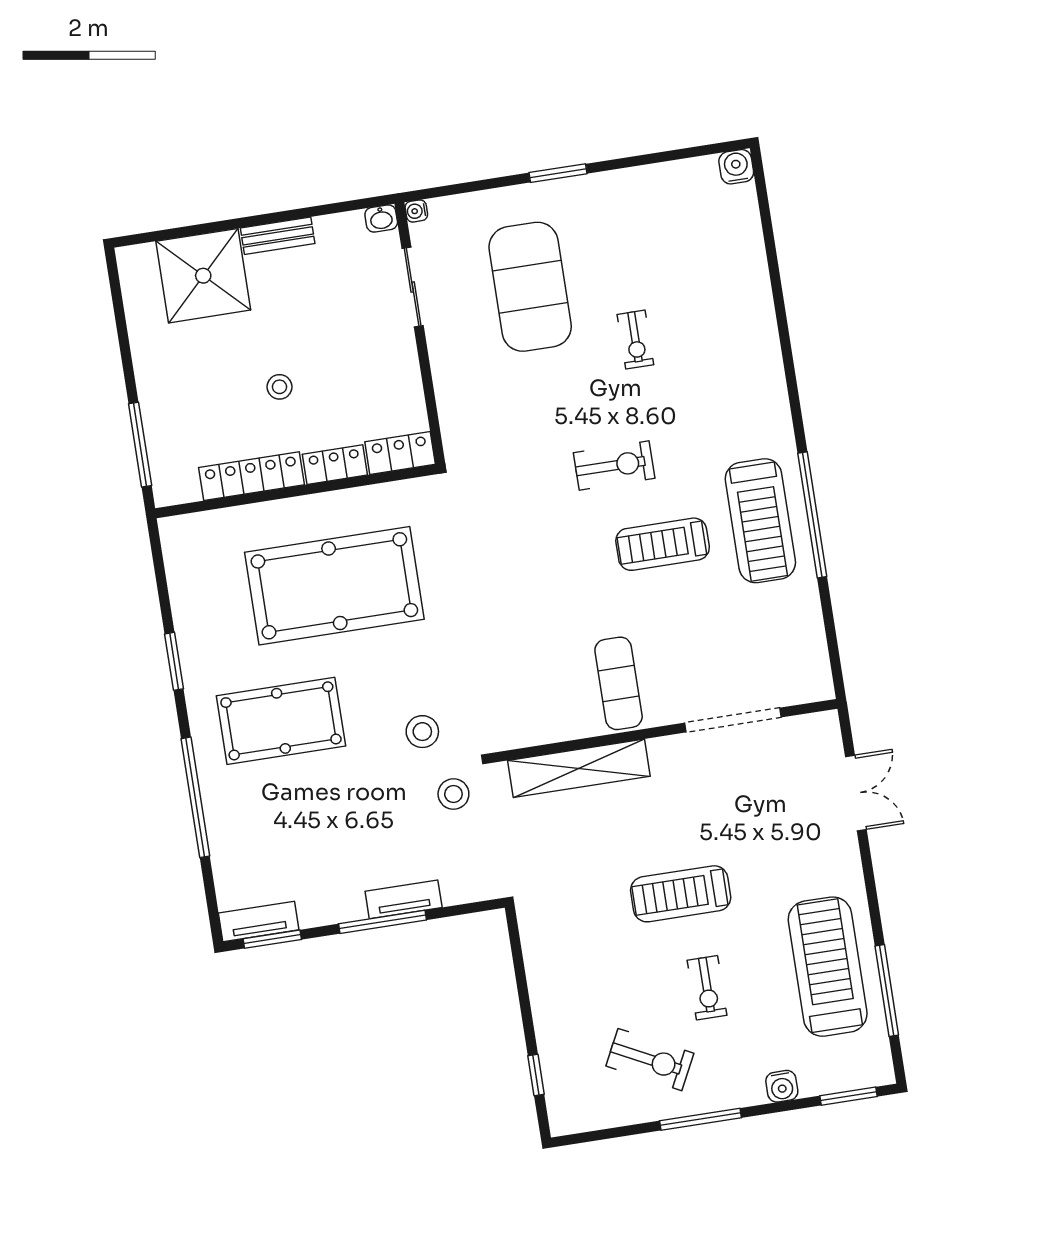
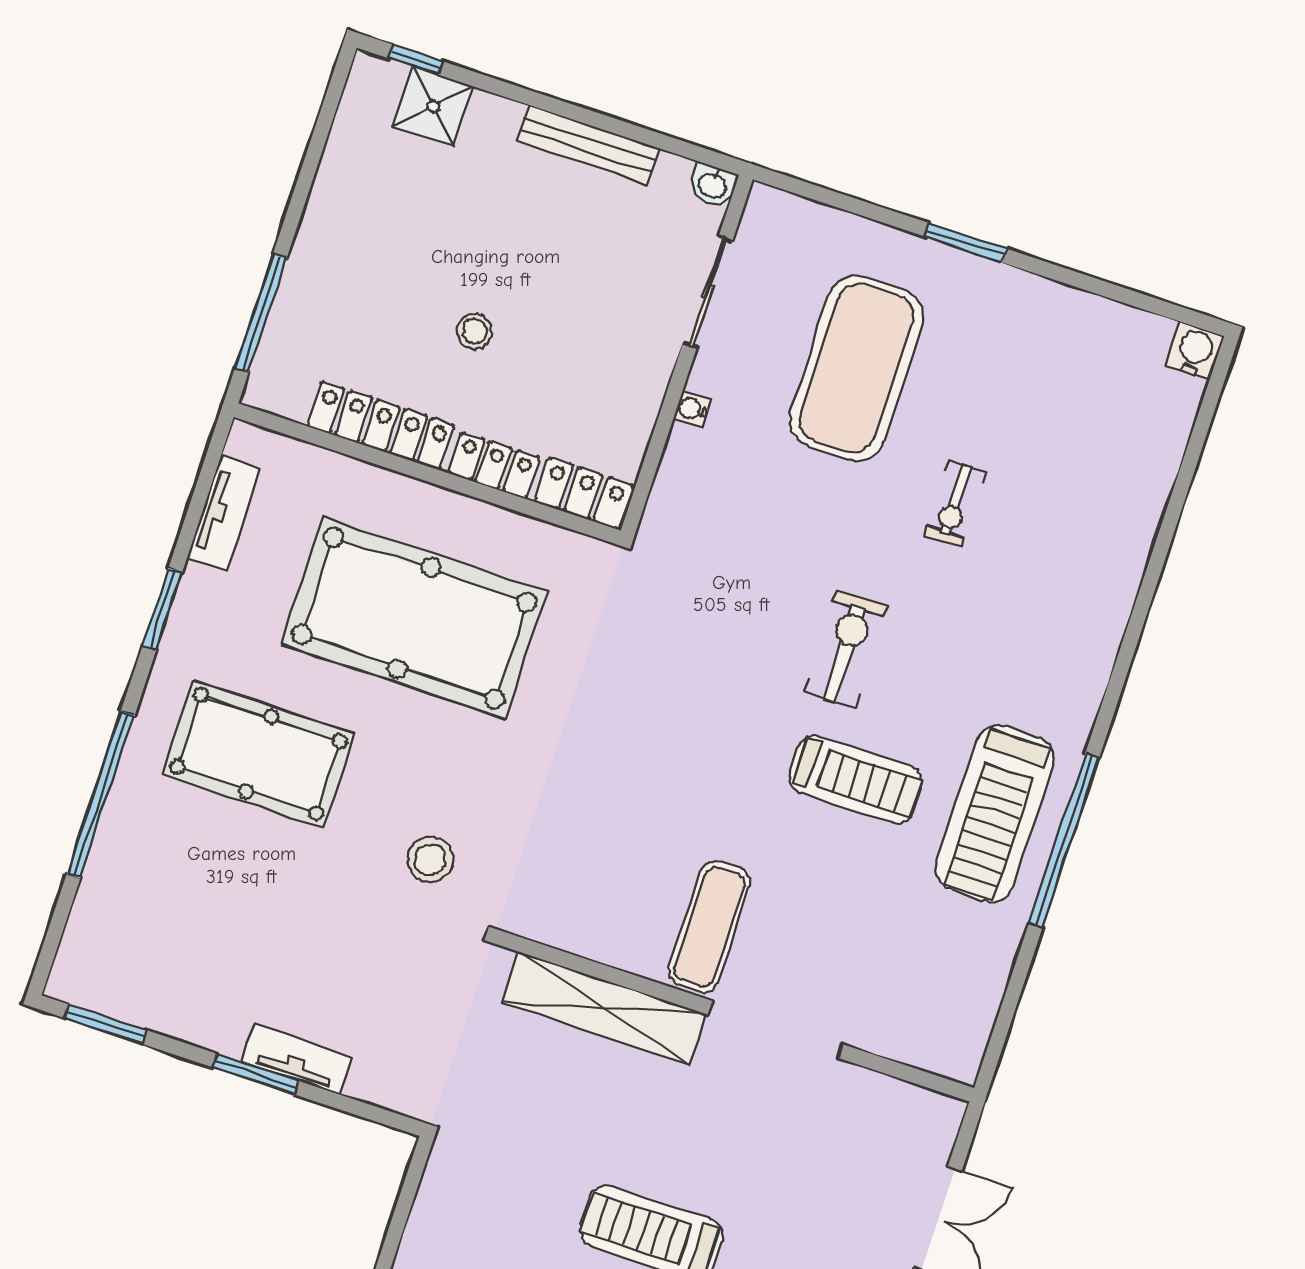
water cooler: (416, 211) -> (692, 409), moved
window: (155, 236) -> (416, 60), added
bench: (278, 236) -> (588, 145), width x1.36
shower: (203, 276) -> (433, 106), width x0.54, depth x0.54
exercise bike: (614, 466) -> (846, 649), turned -91
treadmill: (663, 544) -> (856, 780), turned 180
doorway: (733, 720) -> (776, 1030), moved
stool: (453, 794) -> (429, 959), removed
tv unit: (259, 921) -> (224, 513), moved, turned 90
window: (383, 922) -> (256, 1074), width x0.69

